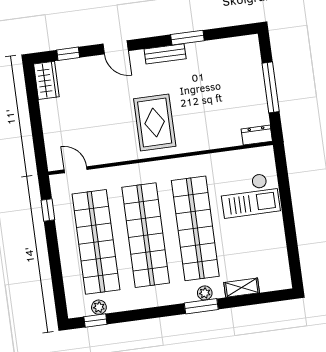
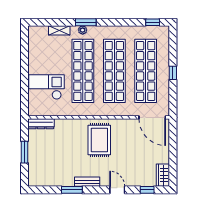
window: (271, 87) -> (24, 152), width x0.69
dresser: (257, 135) -> (41, 124), width x1.44
door: (76, 170) -> (152, 117), width x1.88
window: (48, 210) -> (173, 73), moved
plant: (99, 307) -> (149, 30), removed

